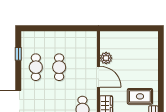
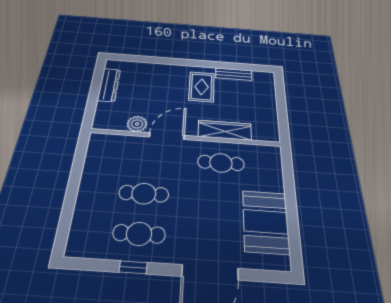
dresser: (136, 36) -> (109, 85), added
window: (18, 54) -> (133, 267), moved

